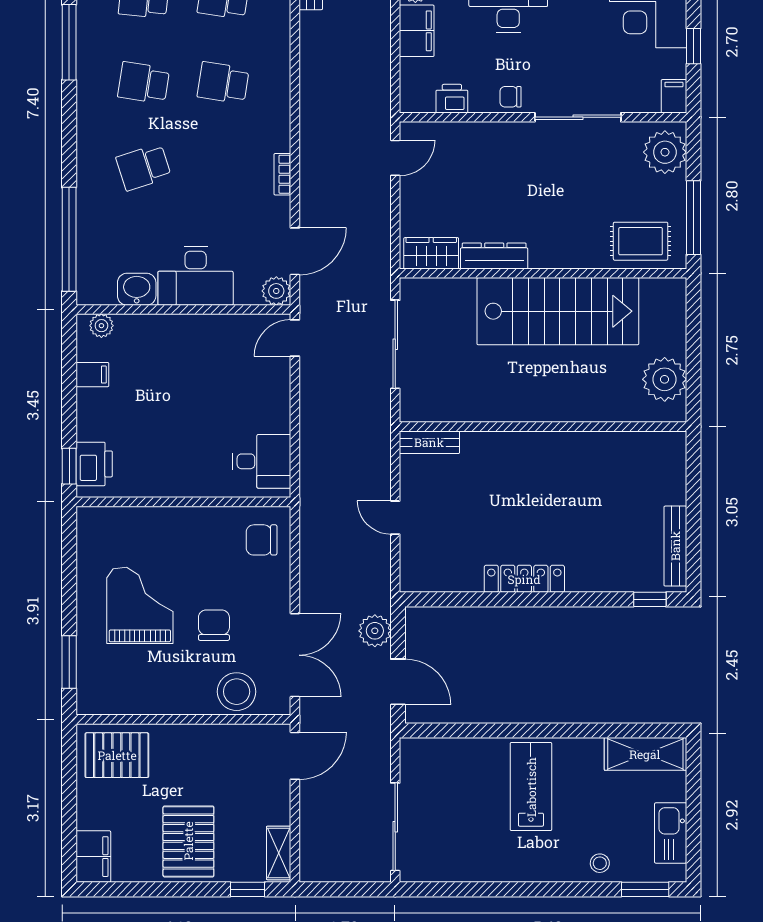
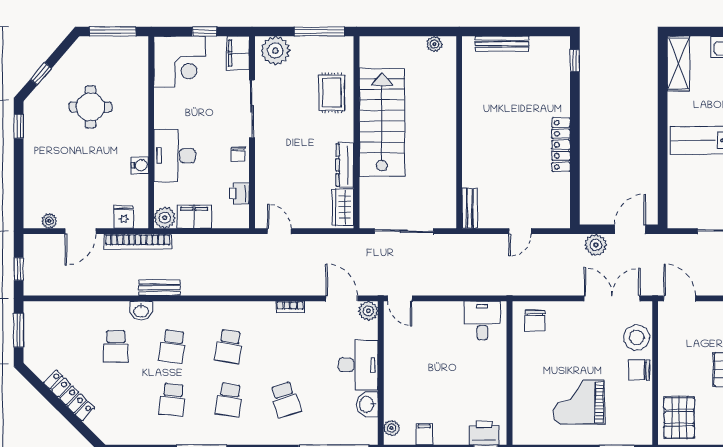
filing cabinet: (674, 96) -> (238, 53), width x2.00
rug: (641, 241) -> (332, 93), moved
plant: (665, 379) -> (434, 44), width x0.53, depth x0.53
bench: (675, 546) -> (502, 44), moved
chair: (214, 625) -> (639, 370), moved

